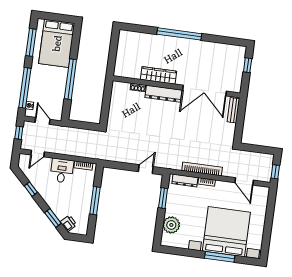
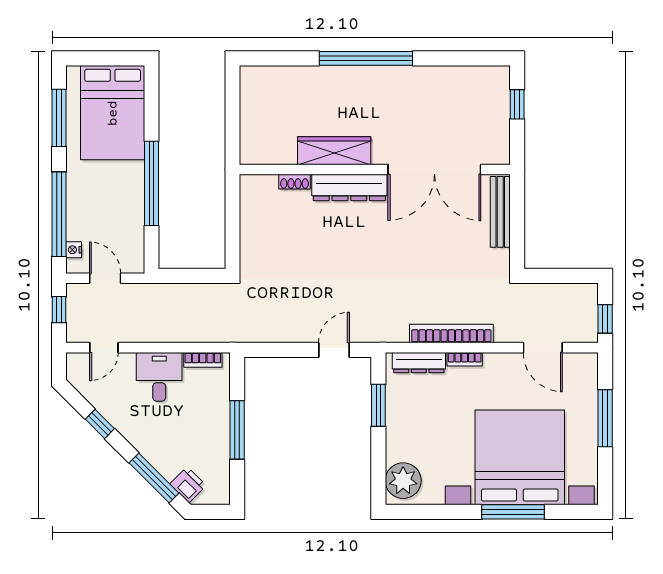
bench: (233, 110) -> (500, 212), width x1.36
window: (53, 218) -> (154, 478), width x1.44
window: (269, 219) -> (605, 418), added
plant: (171, 225) -> (403, 481), moved

